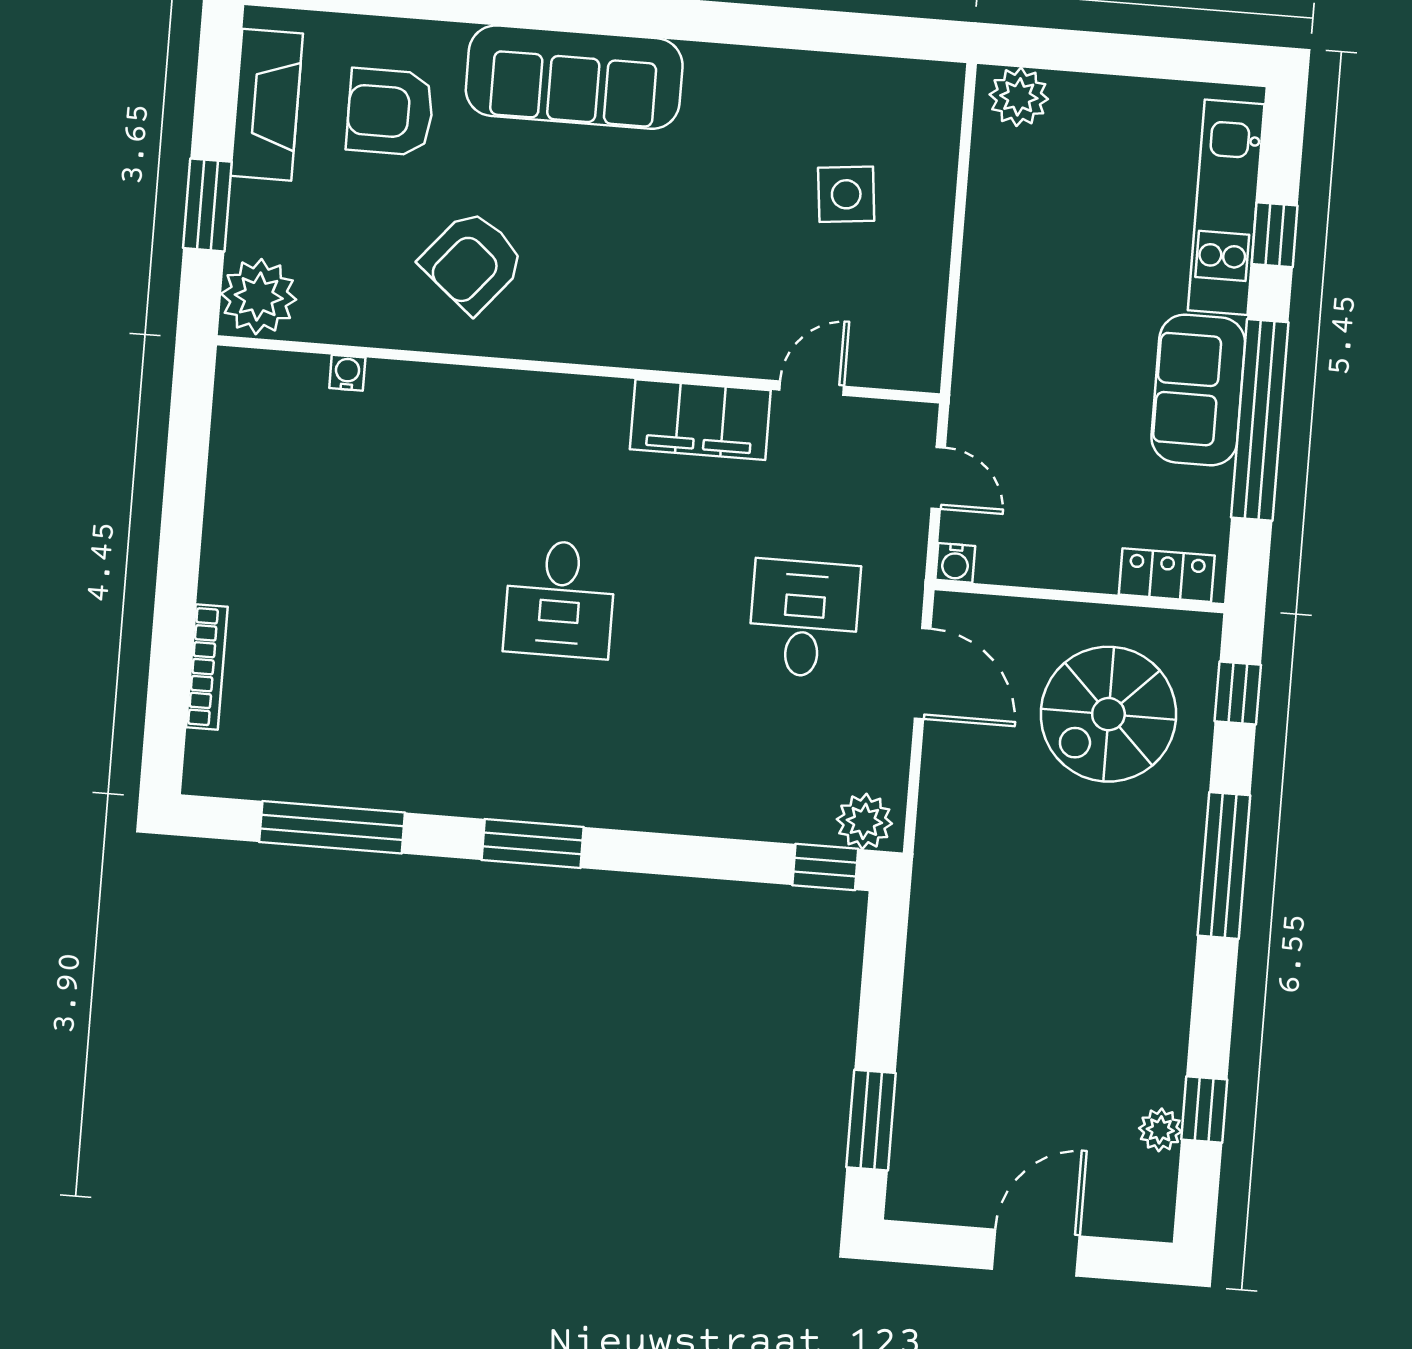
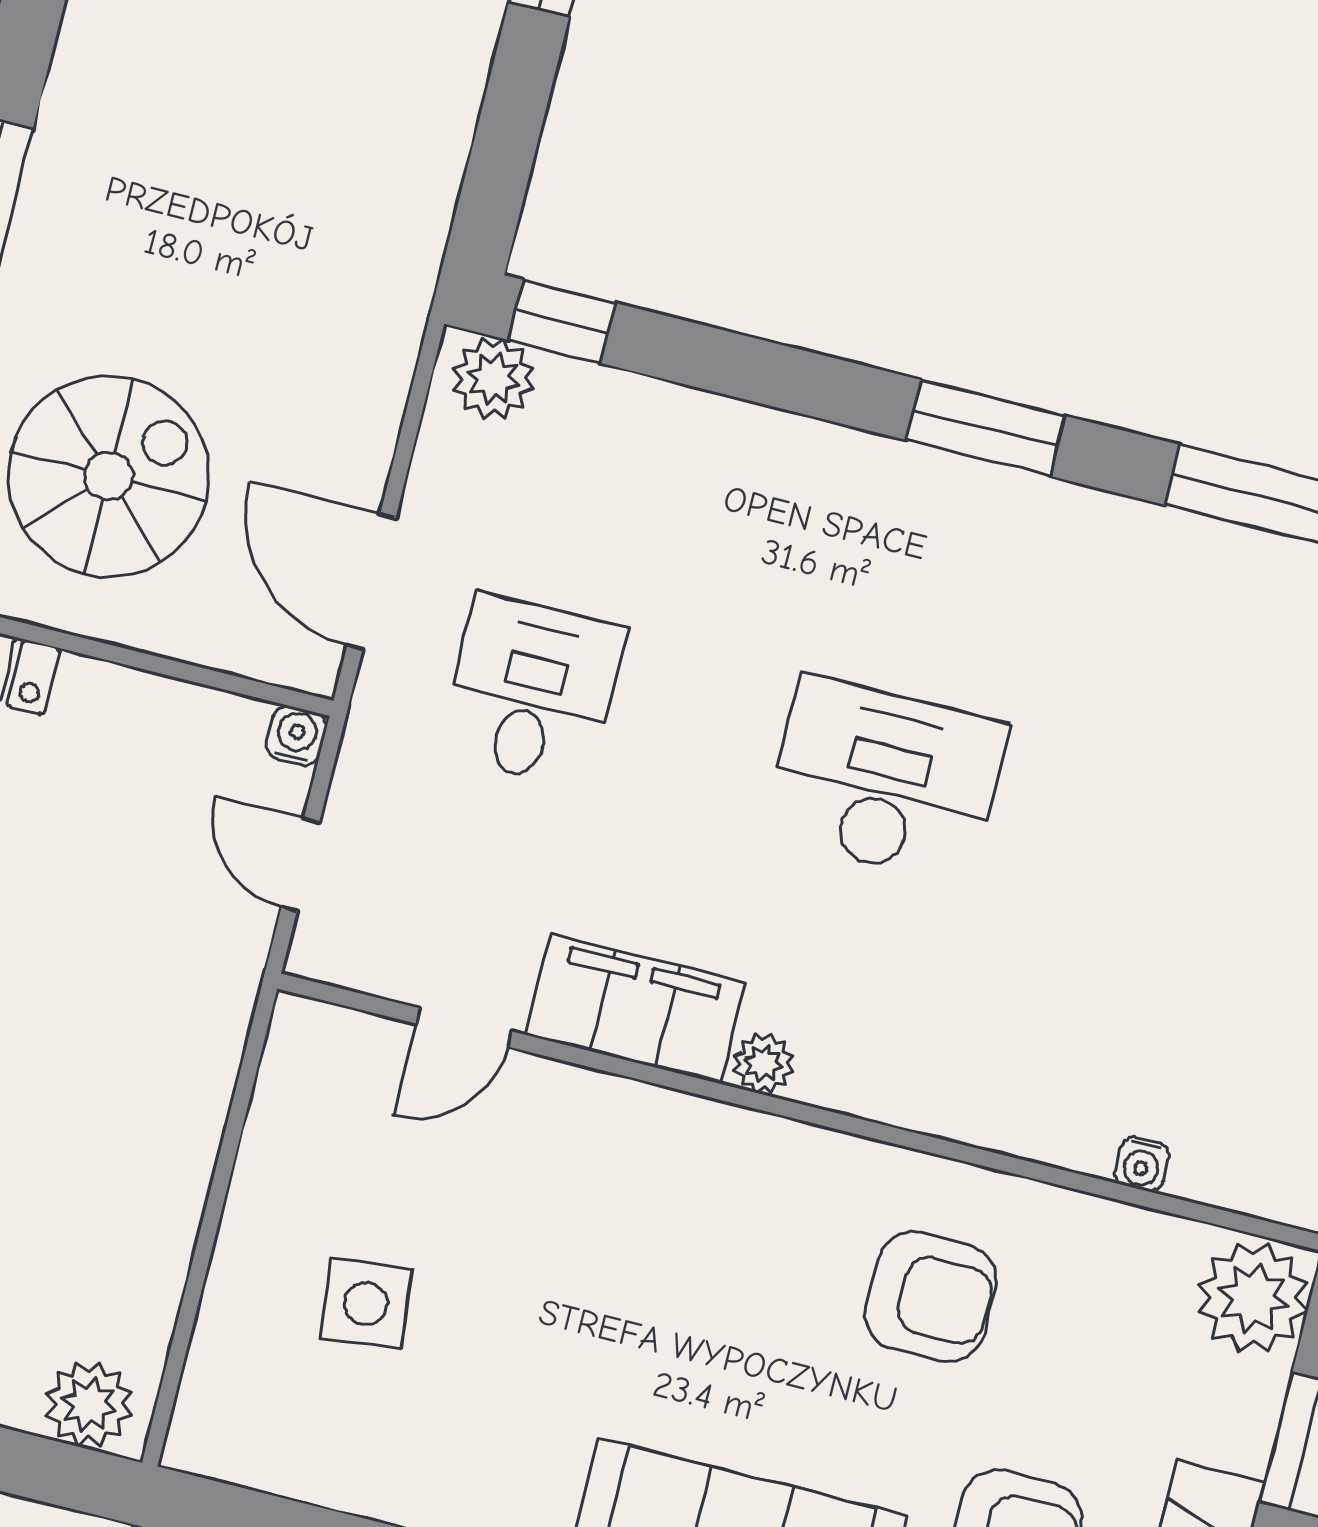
armchair: (473, 261) -> (931, 1297), turned 50
plant: (609, 398) -> (763, 1063), added
desk: (560, 599) -> (885, 780), width x1.37
desk: (804, 619) -> (532, 691), turned 180

